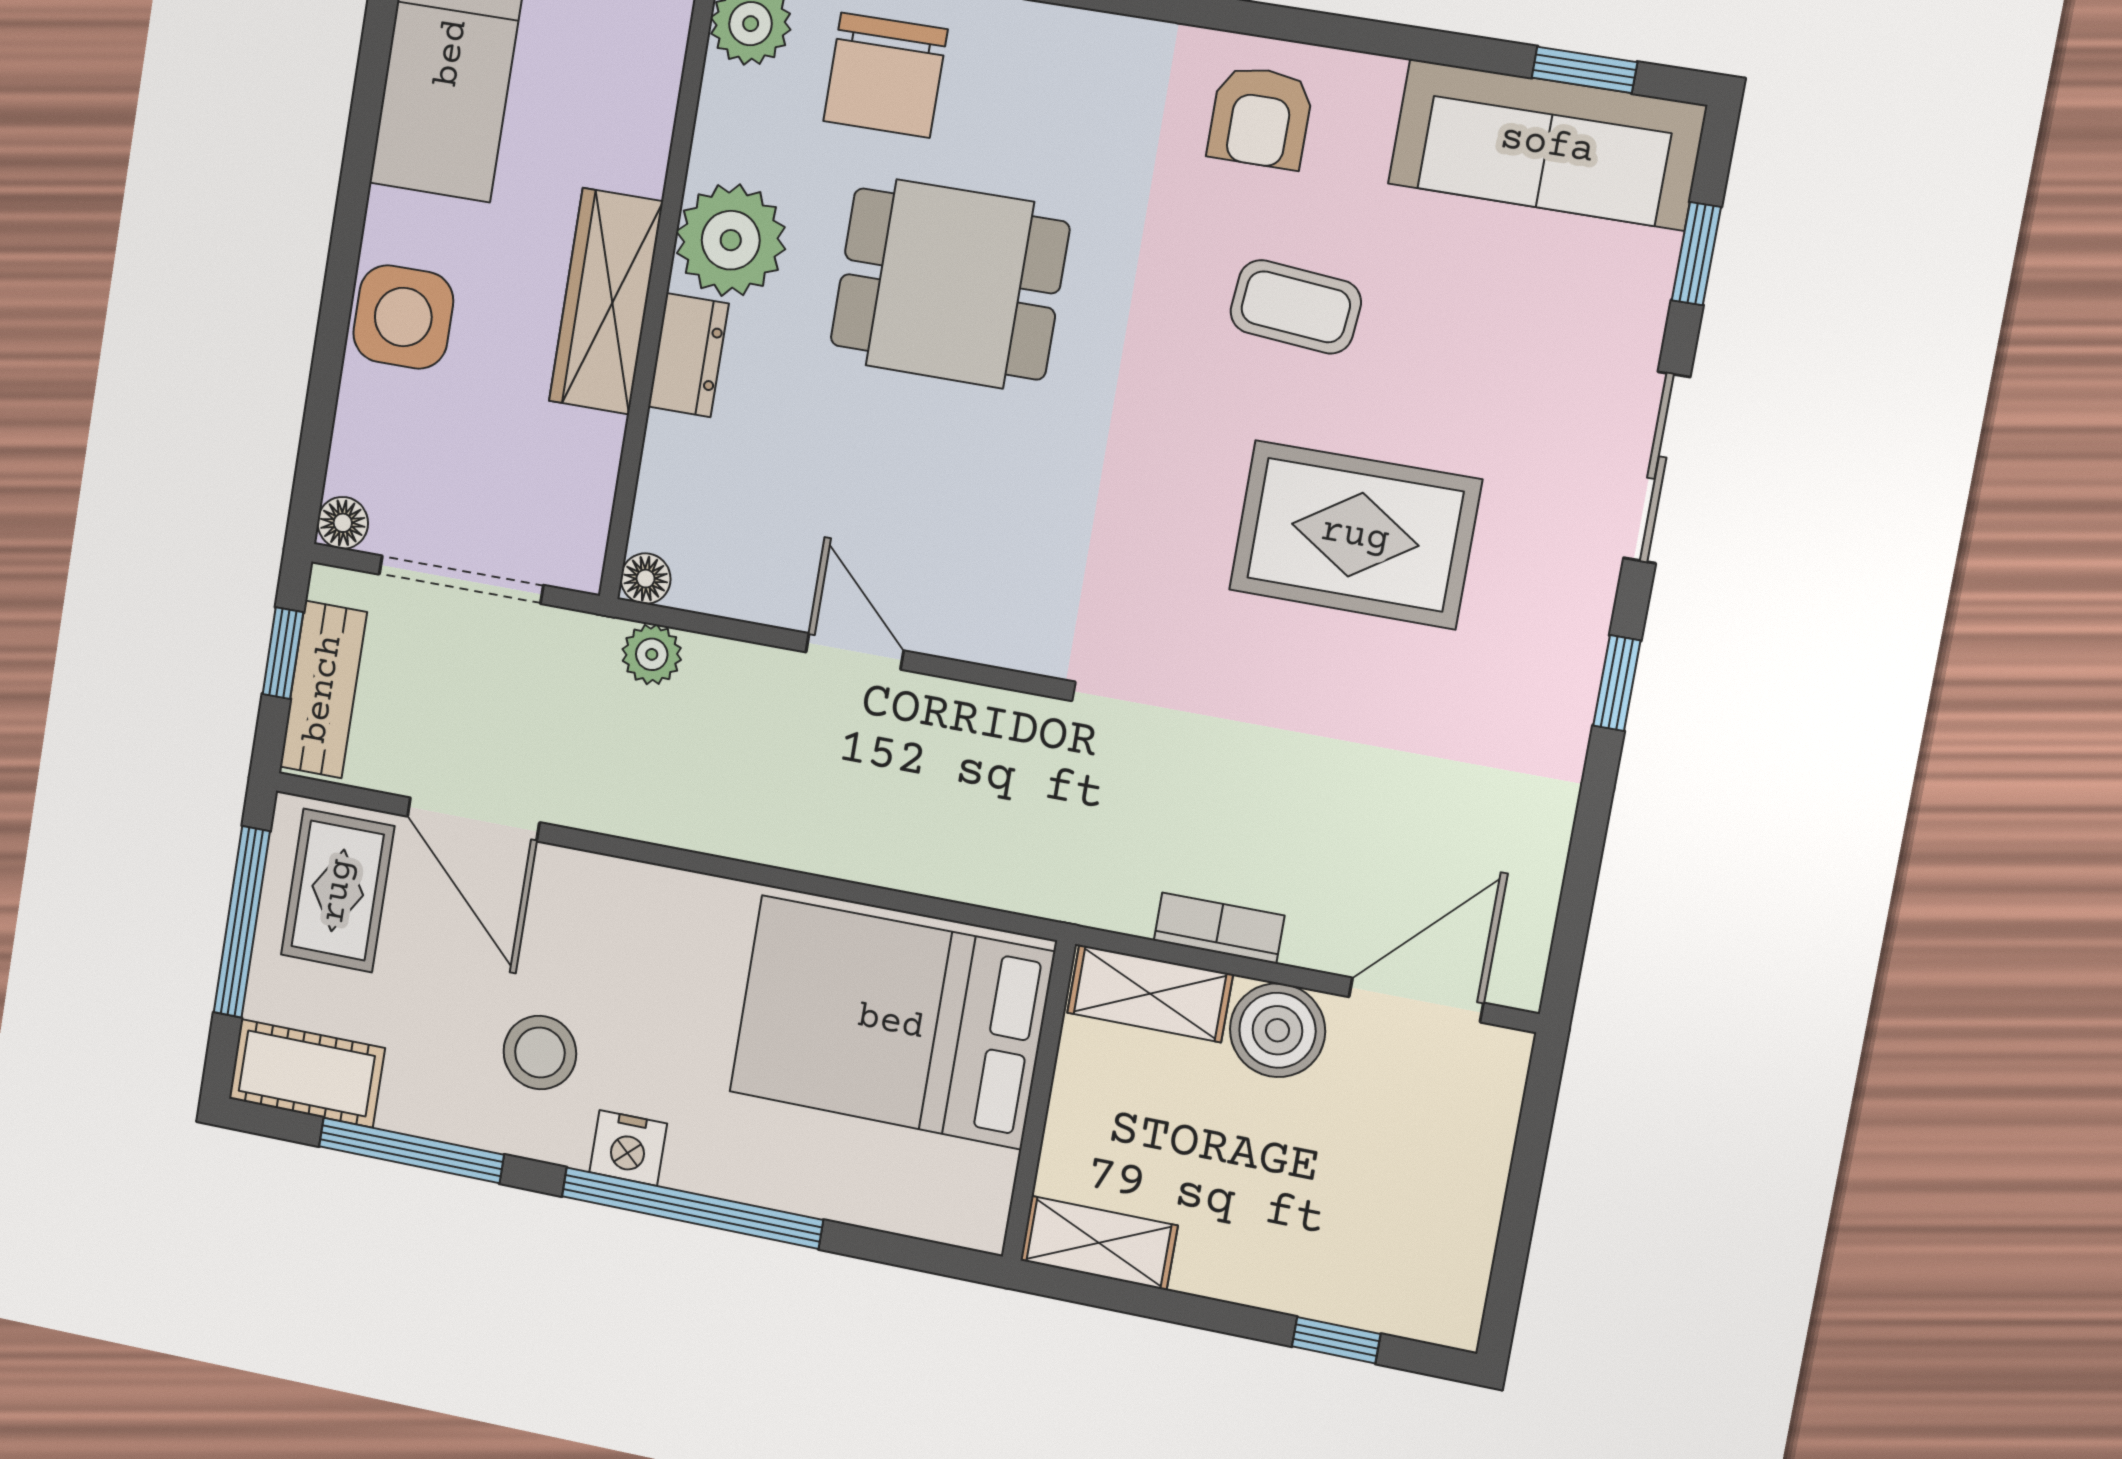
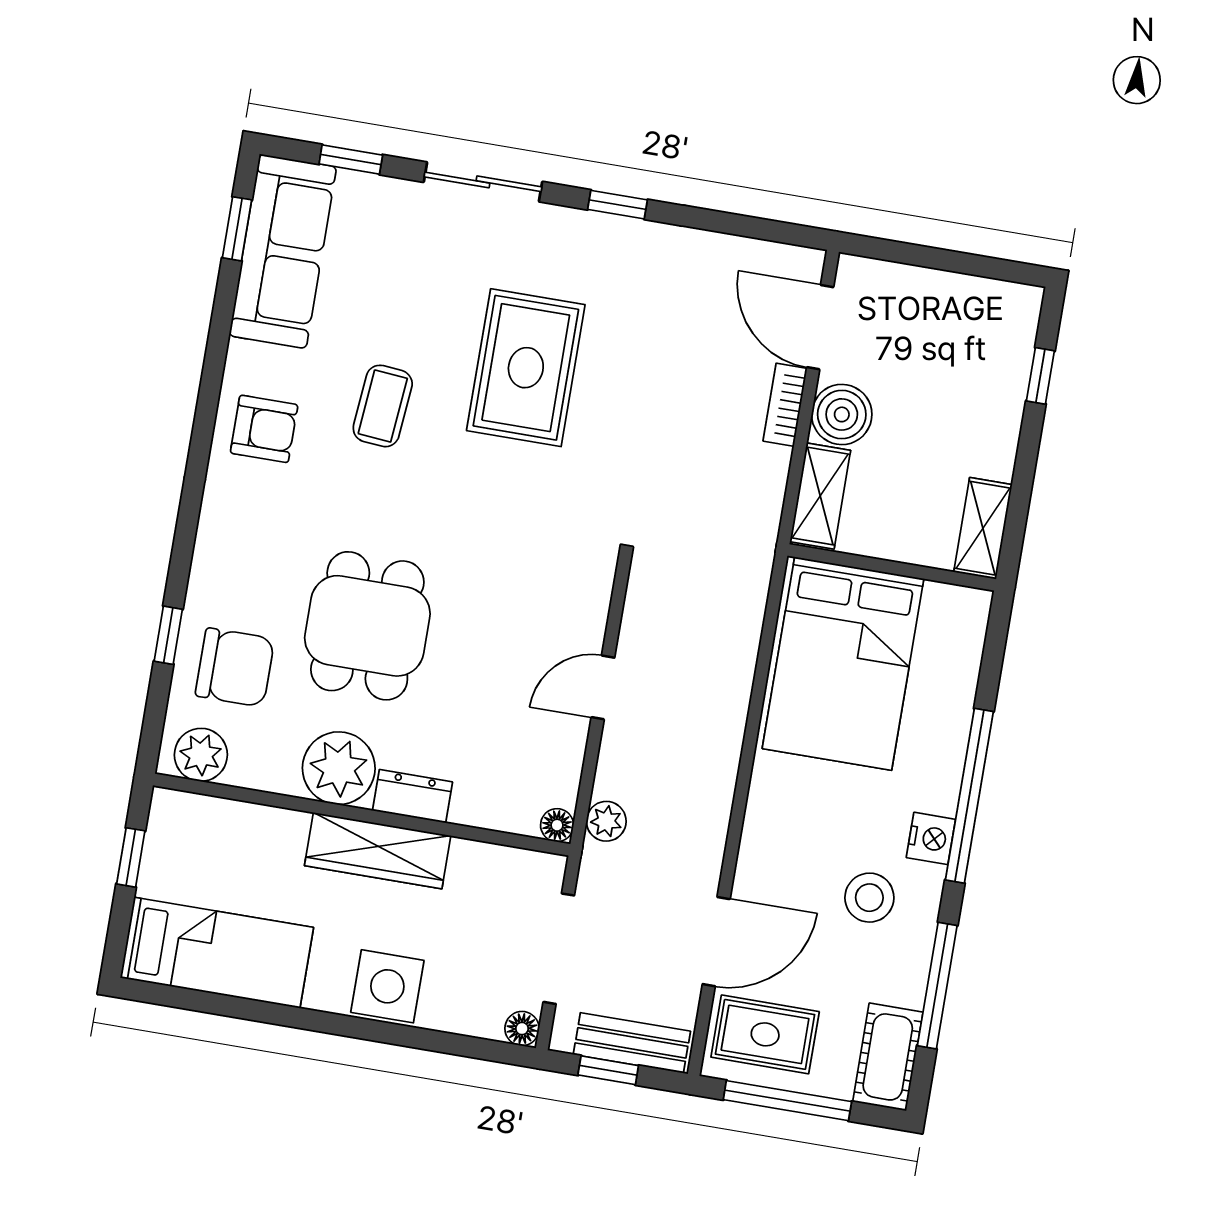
bookcase: (1219, 928) -> (785, 405), moved

